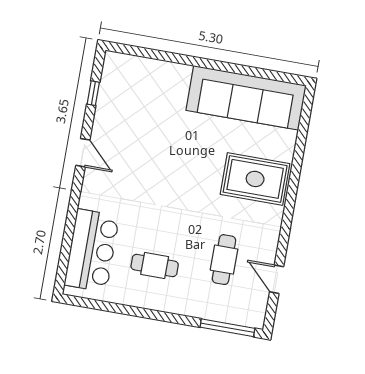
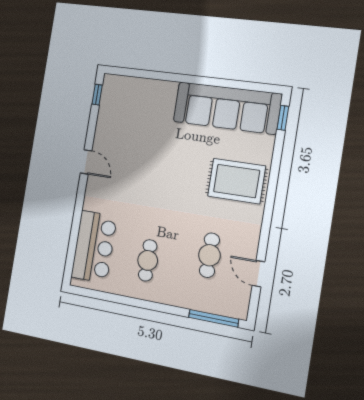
window: (93, 93) -> (97, 95), moved
window: (306, 112) -> (283, 118), added
cafe table: (155, 266) -> (148, 260), turned 90

